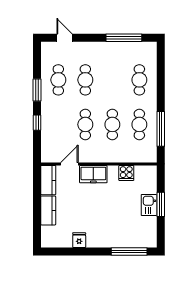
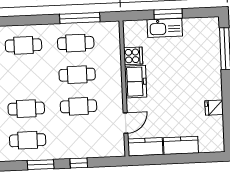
door: (69, 164) -> (125, 123), swing flipped
freezer: (93, 174) -> (136, 82), moved
kitchen sink: (149, 205) -> (165, 28), width x1.38

